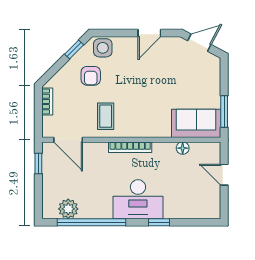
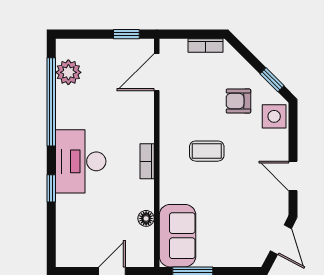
coffee table: (106, 116) -> (207, 151), moved
bookcase: (130, 147) -> (147, 161), width x0.64

